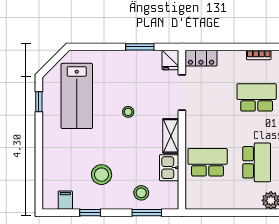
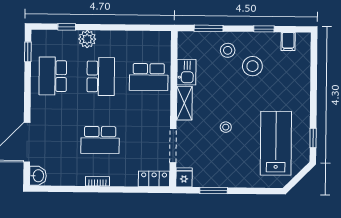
school desk: (257, 162) -> (101, 77), turned 180
stool: (141, 193) -> (228, 50), moved

